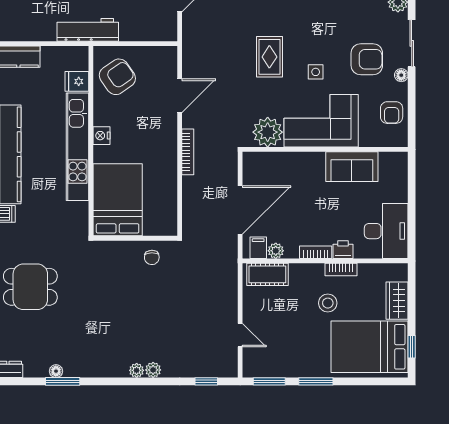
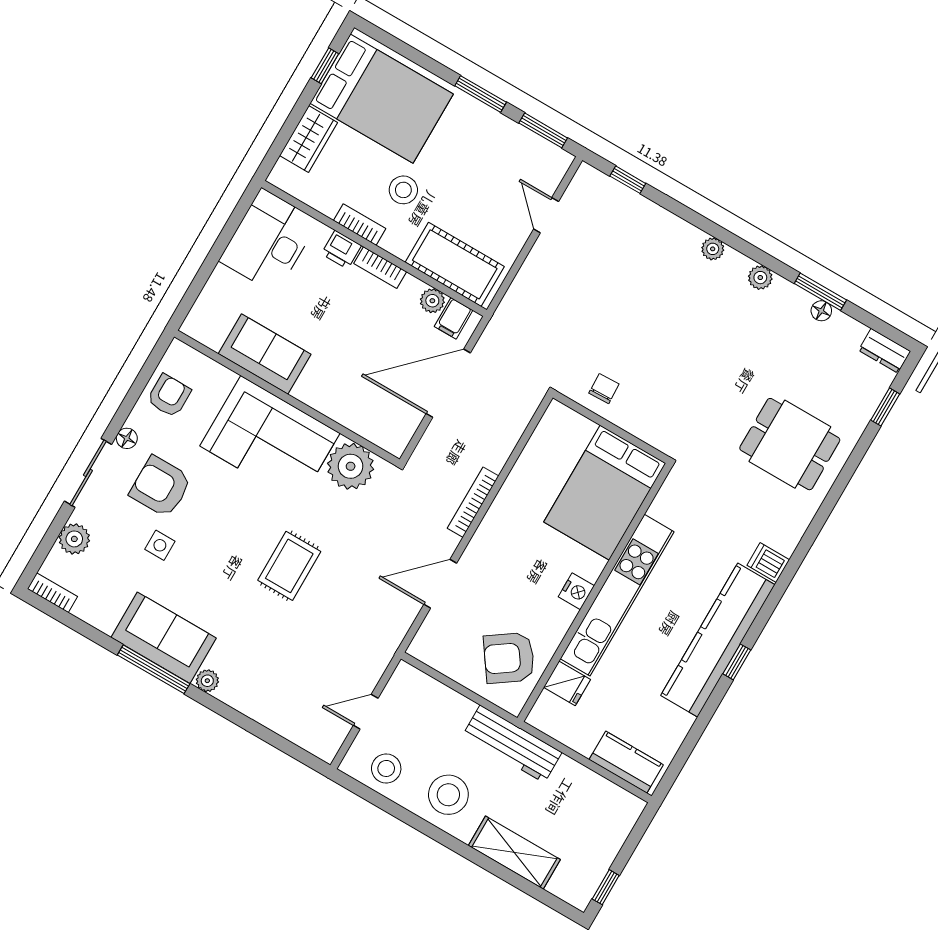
side table: (316, 72) -> (160, 545), moved
cot: (267, 274) -> (455, 264), width x1.37, depth x1.34
plant: (153, 370) -> (760, 278), moved

